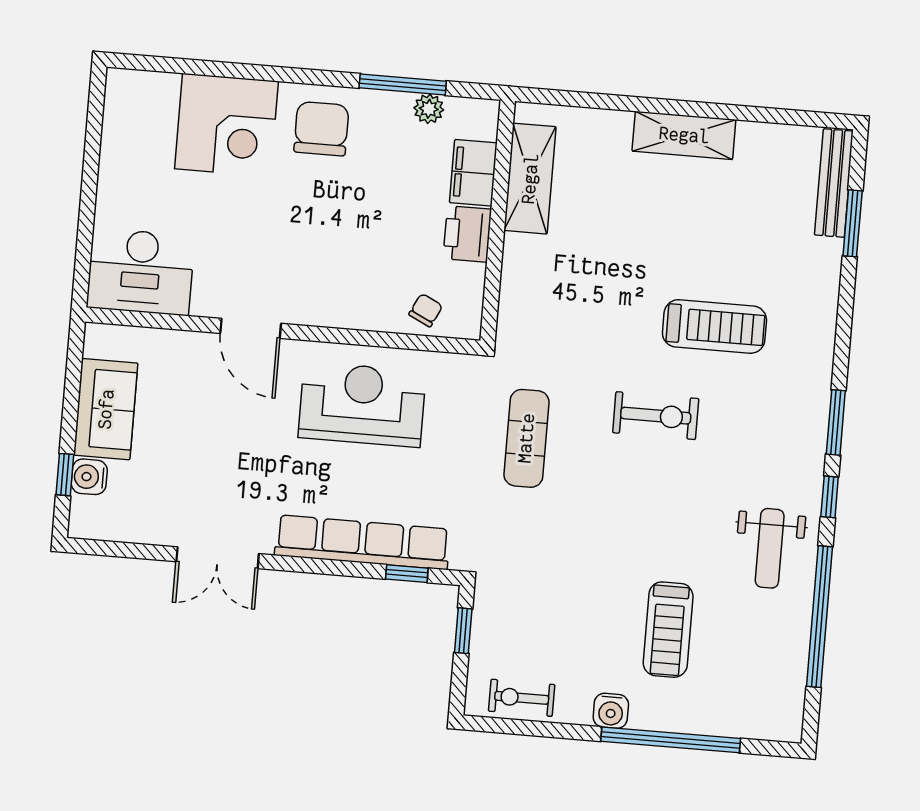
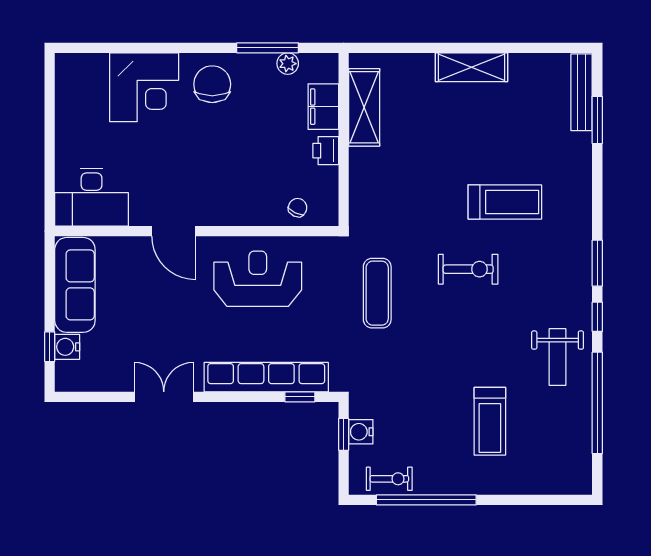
printer: (467, 234) -> (326, 151), width x0.73, depth x0.81
sofa: (106, 409) -> (75, 285), width x1.36
double door: (218, 558) -> (164, 397), swing flipped
exercise bike: (522, 698) -> (389, 479), turned 180
water cooler: (611, 711) -> (361, 432), moved, turned 90
window: (671, 740) -> (426, 500), moved

